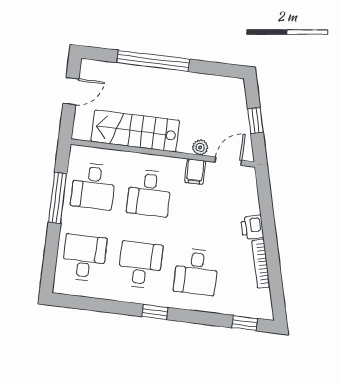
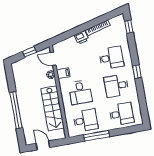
desk: (149, 193) -> (80, 92), turned 90
desk: (84, 258) -> (121, 114), turned 180

